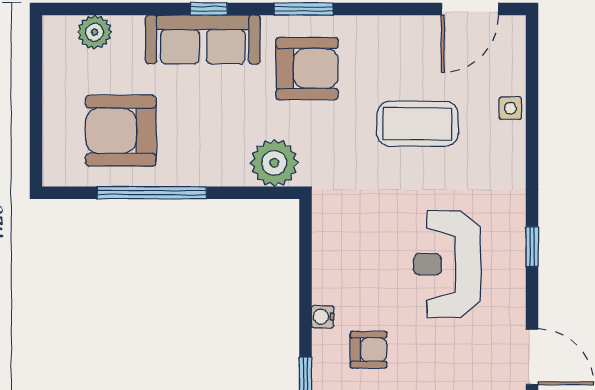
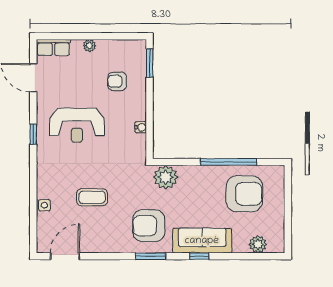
coffee table: (418, 124) -> (92, 197), width x0.73, depth x0.76
reception desk: (447, 264) -> (77, 125), turned 90
water cooler: (323, 317) -> (141, 127), moved

